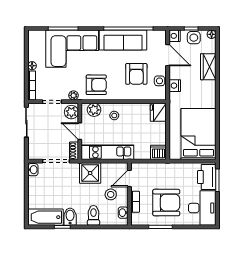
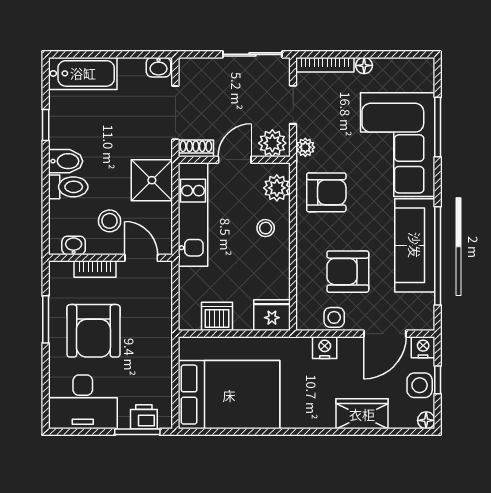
armchair: (96, 85) -> (326, 192), turned -90
dishwasher: (158, 152) -> (217, 316), moved, turned -90
printer: (207, 177) -> (144, 417), width x0.53, depth x0.68
bathtub: (46, 217) -> (83, 73), moved, turned 90
bidet: (70, 217) -> (66, 161), moved

